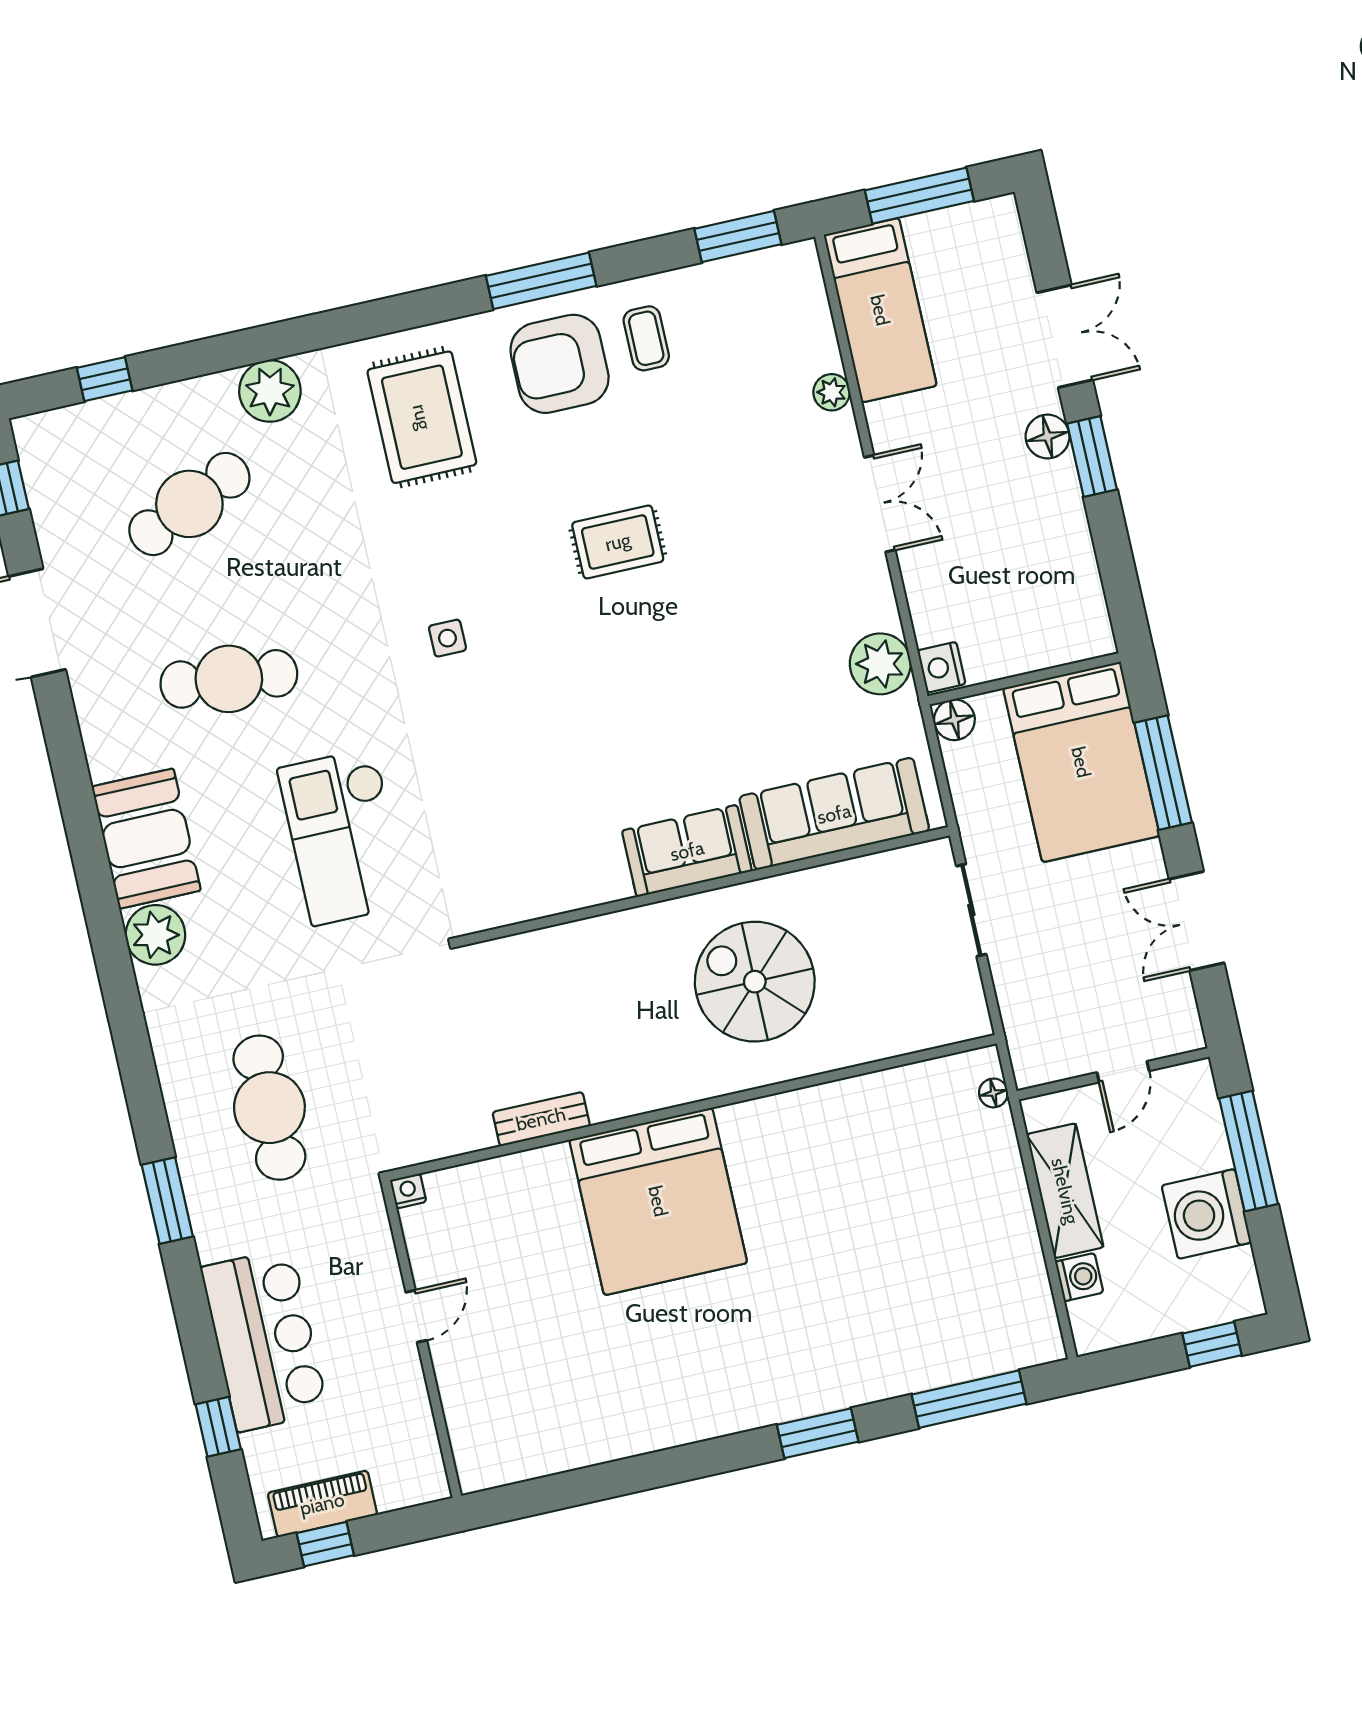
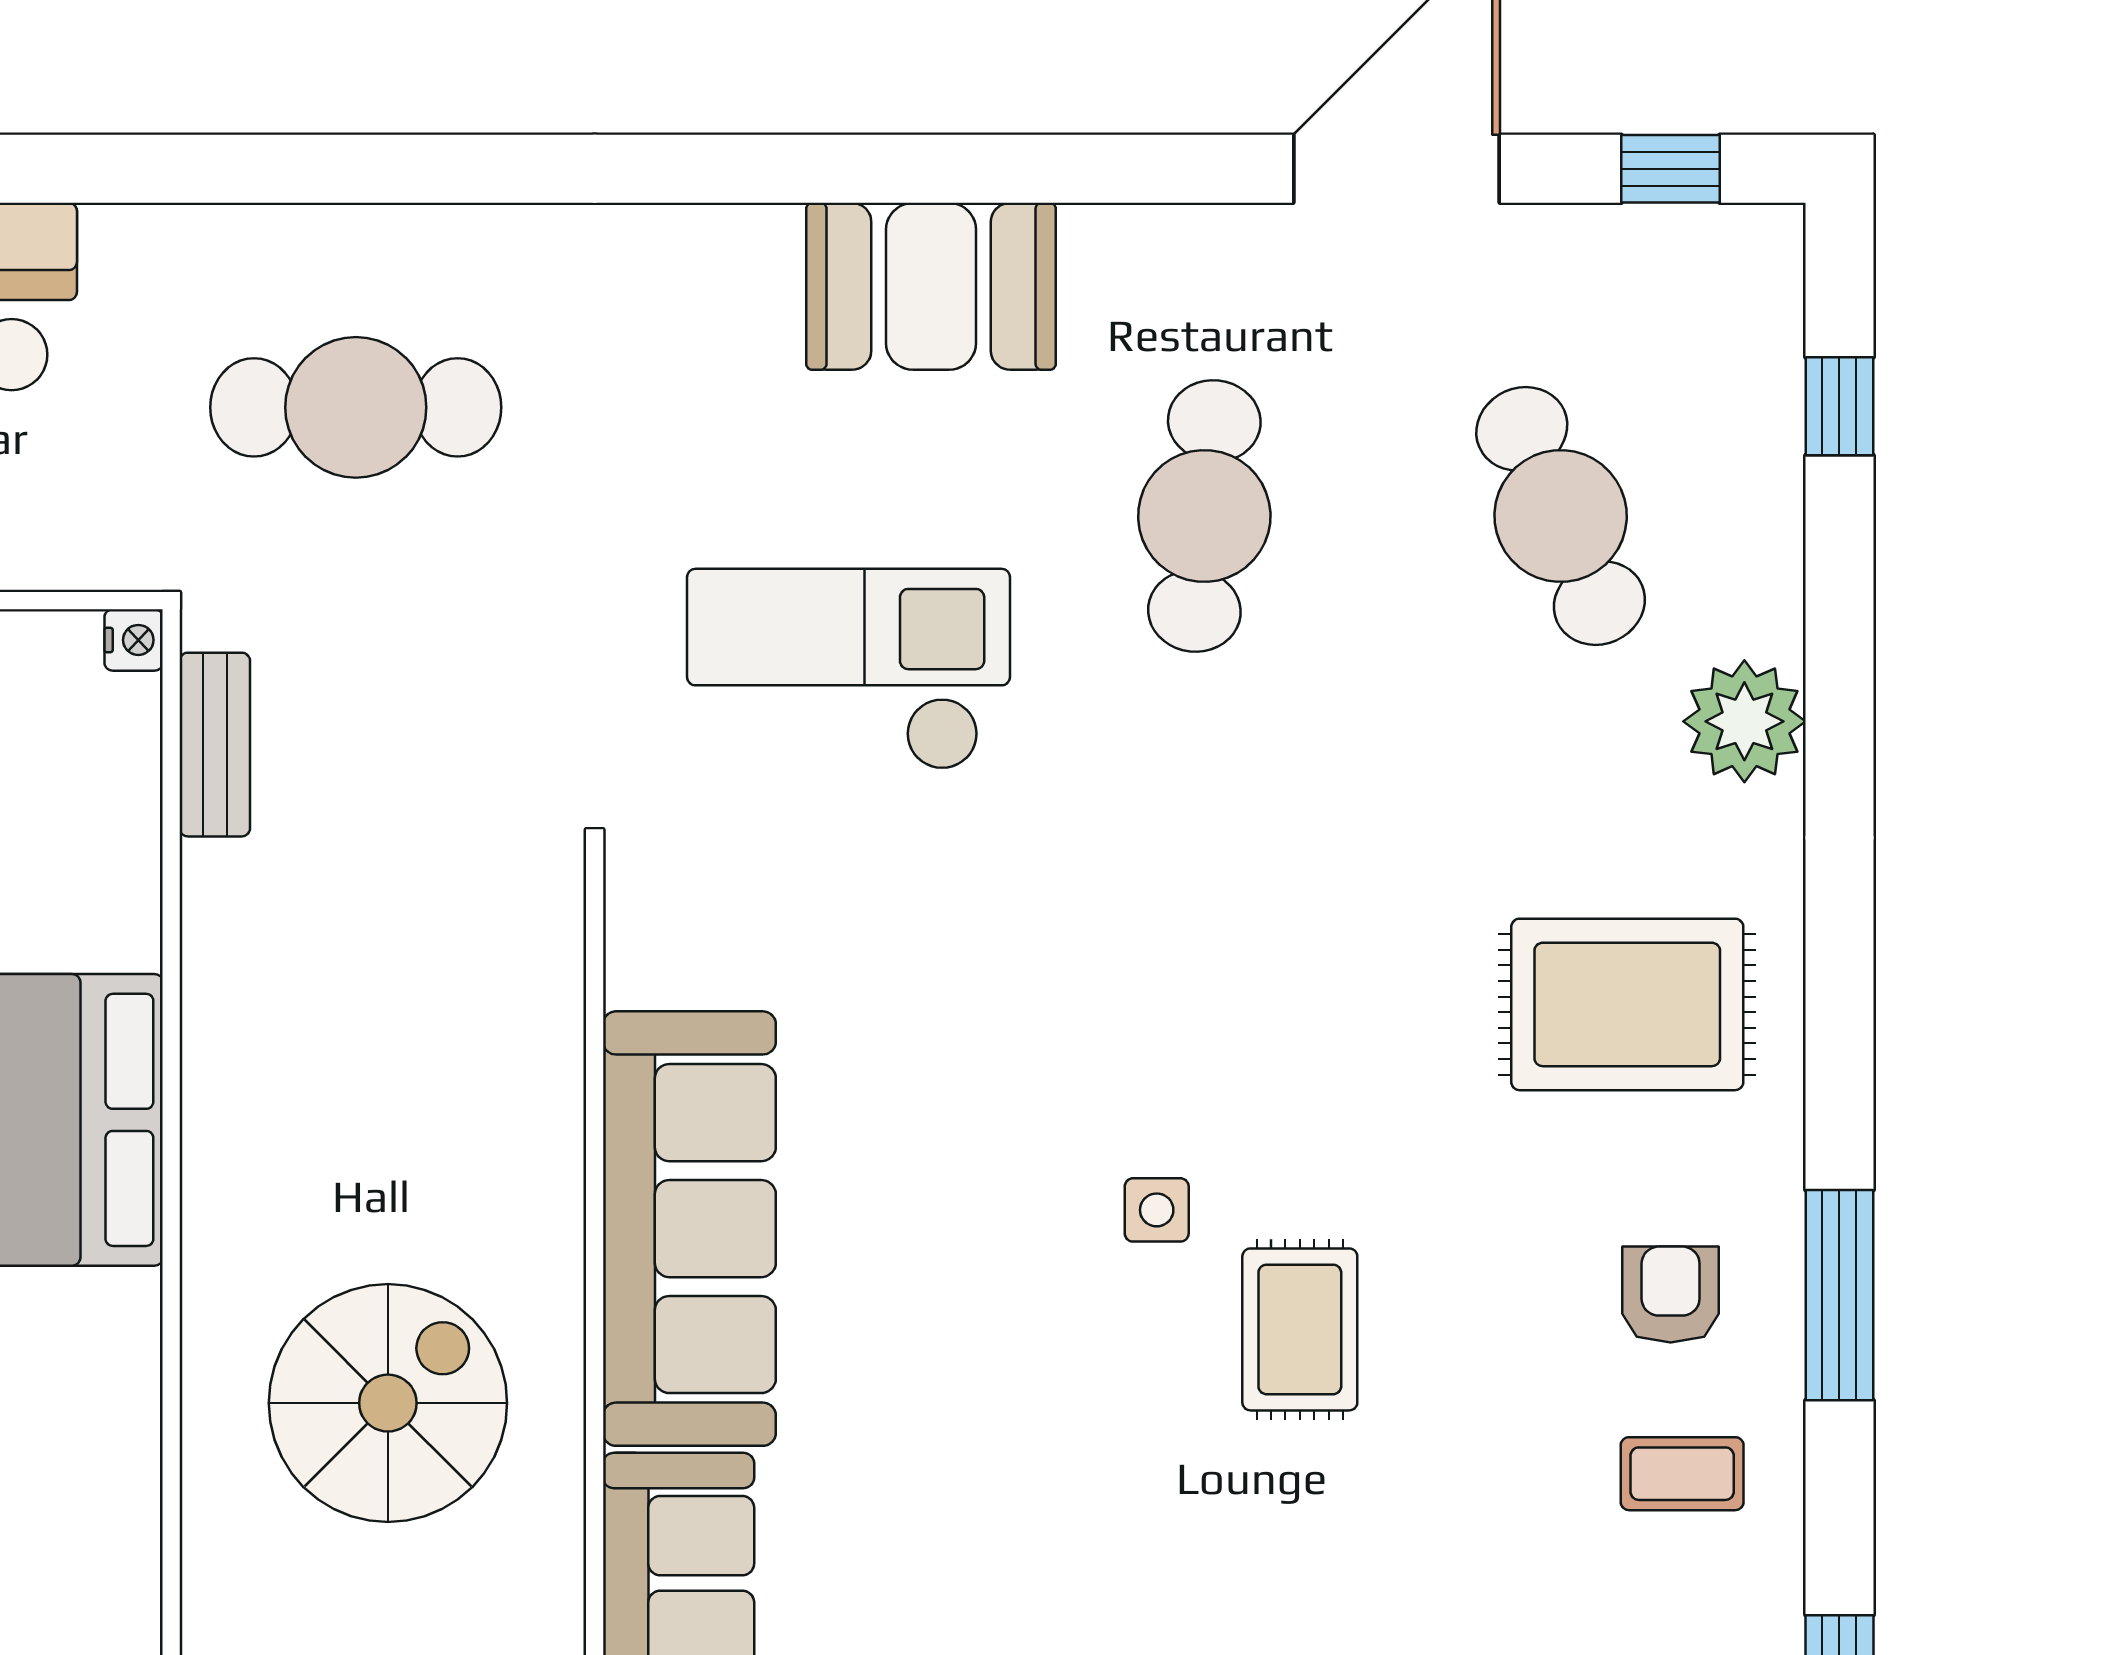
armchair: (560, 364) -> (1671, 1295), width x0.53, depth x0.53
side table: (447, 638) -> (1157, 1210), moved
sofa: (687, 851) -> (689, 1229), width x1.85, depth x1.27
plant: (155, 935) -> (740, 262), removed
bench: (541, 1119) -> (215, 745), moved
window: (167, 1201) -> (220, 169), removed

